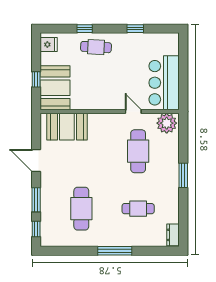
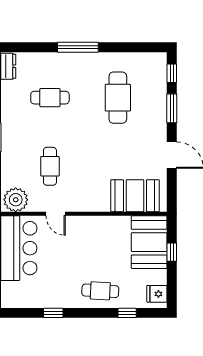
window: (85, 29) -> (127, 313), moved
cafe table: (138, 151) -> (50, 166), width x0.73, depth x0.74

